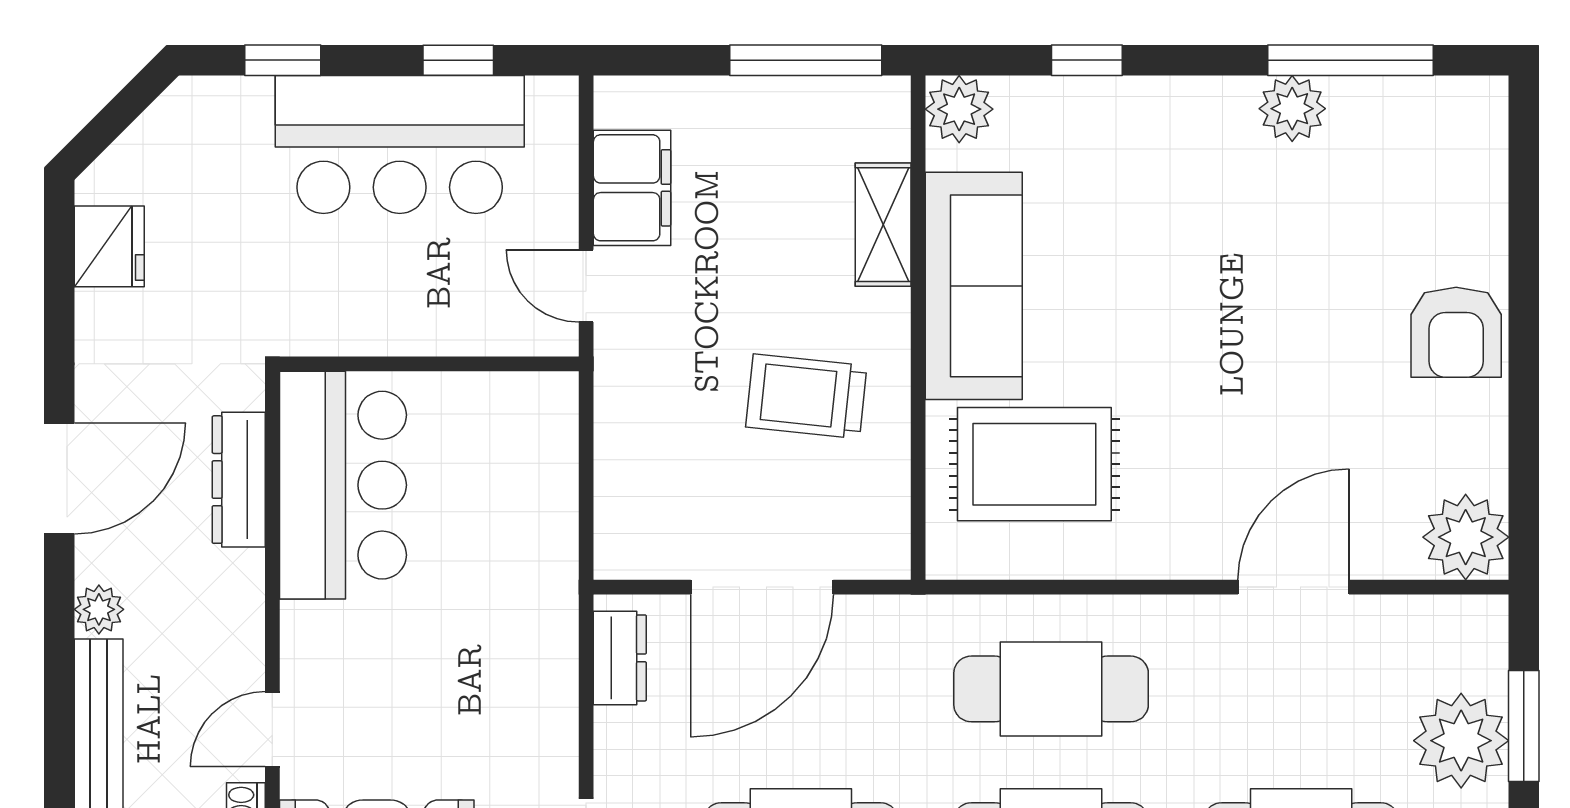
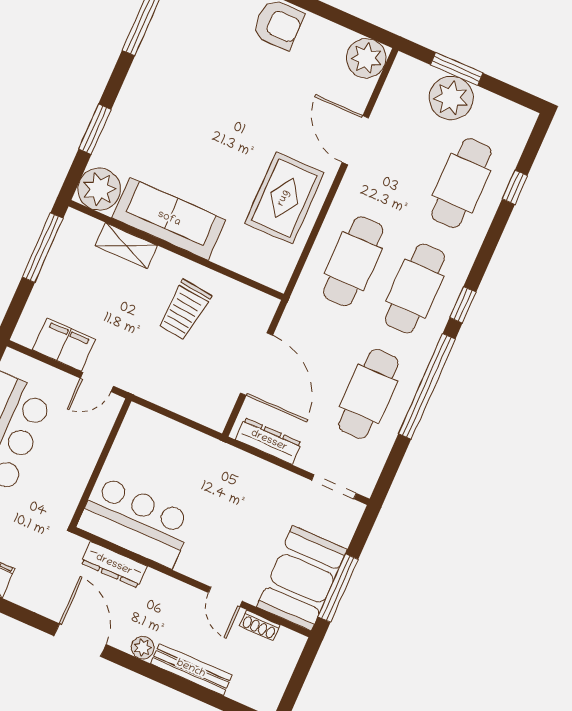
window: (1087, 60) -> (95, 129), width x1.50
plant: (959, 109) -> (99, 189), width x1.36, depth x1.36
plant: (1292, 109) -> (153, 52), removed
rug: (1034, 464) -> (284, 198), moved
dresser: (620, 658) -> (269, 441), width x1.44

